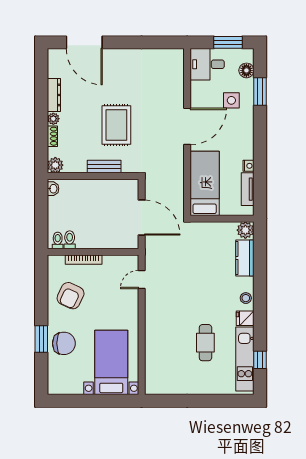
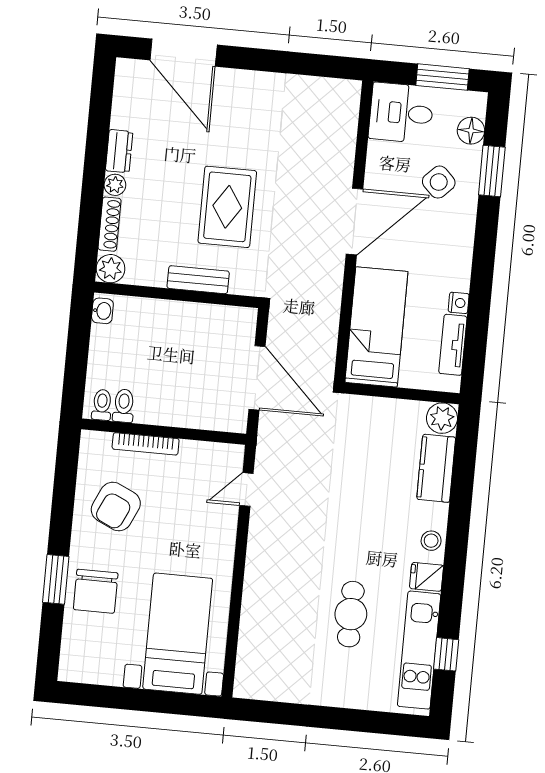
dresser: (54, 95) -> (119, 151), width x0.70
side table: (231, 100) -> (439, 182), turned 45
shoe rack: (52, 136) -> (110, 224), width x1.43
chair: (64, 343) -> (96, 591), turned 90

